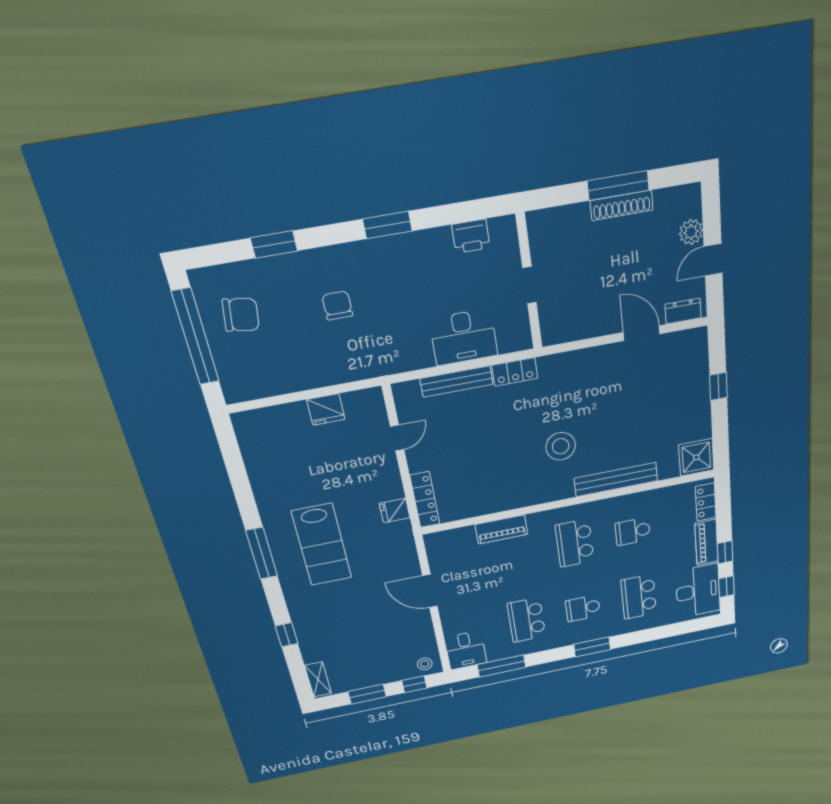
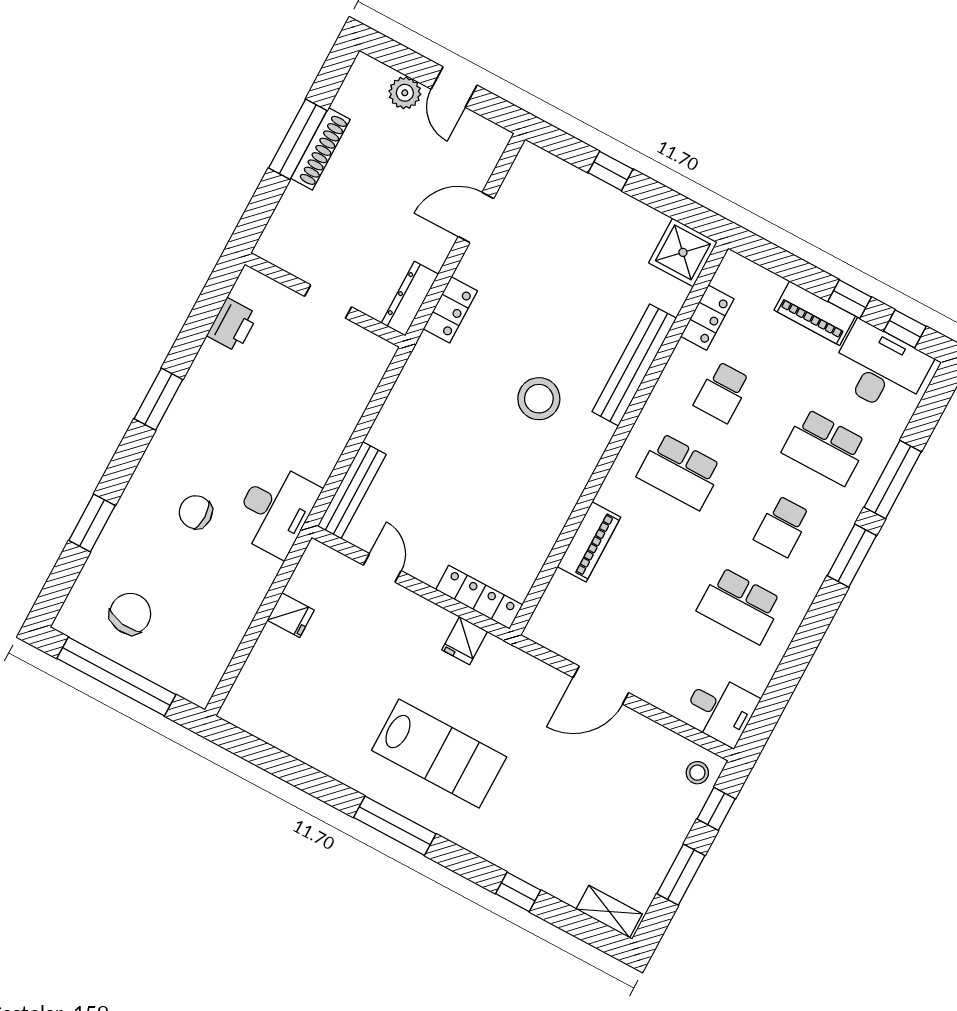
dresser: (683, 311) -> (410, 299), moved, width x1.44
desk: (464, 337) -> (276, 510), moved
locker: (515, 372) -> (450, 310), moved
bench: (457, 381) -> (352, 490), moved
fridge: (326, 409) -> (291, 615), width x0.72
locker: (706, 502) -> (707, 318), moved, turned -90
window: (502, 666) -> (893, 480), moved

